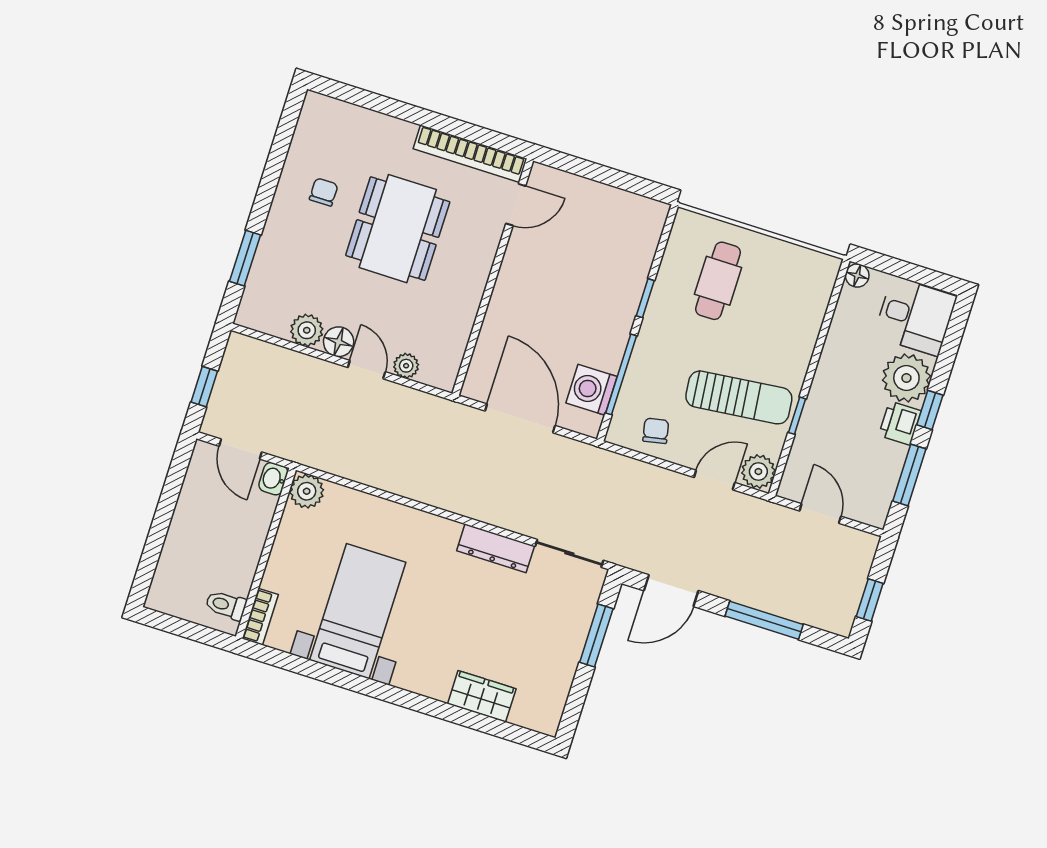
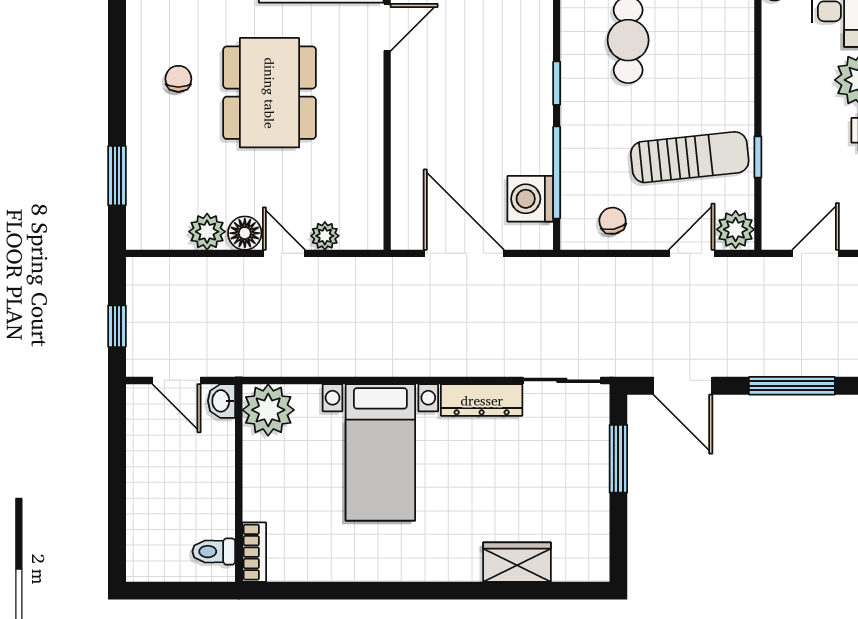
plant: (307, 491) -> (268, 410), width x1.36, depth x1.36
door: (820, 514) -> (816, 253), hinge flipped
door: (671, 591) -> (683, 386), hinge flipped
bed with nightstands: (358, 611) -> (380, 452), moved, turned 180

